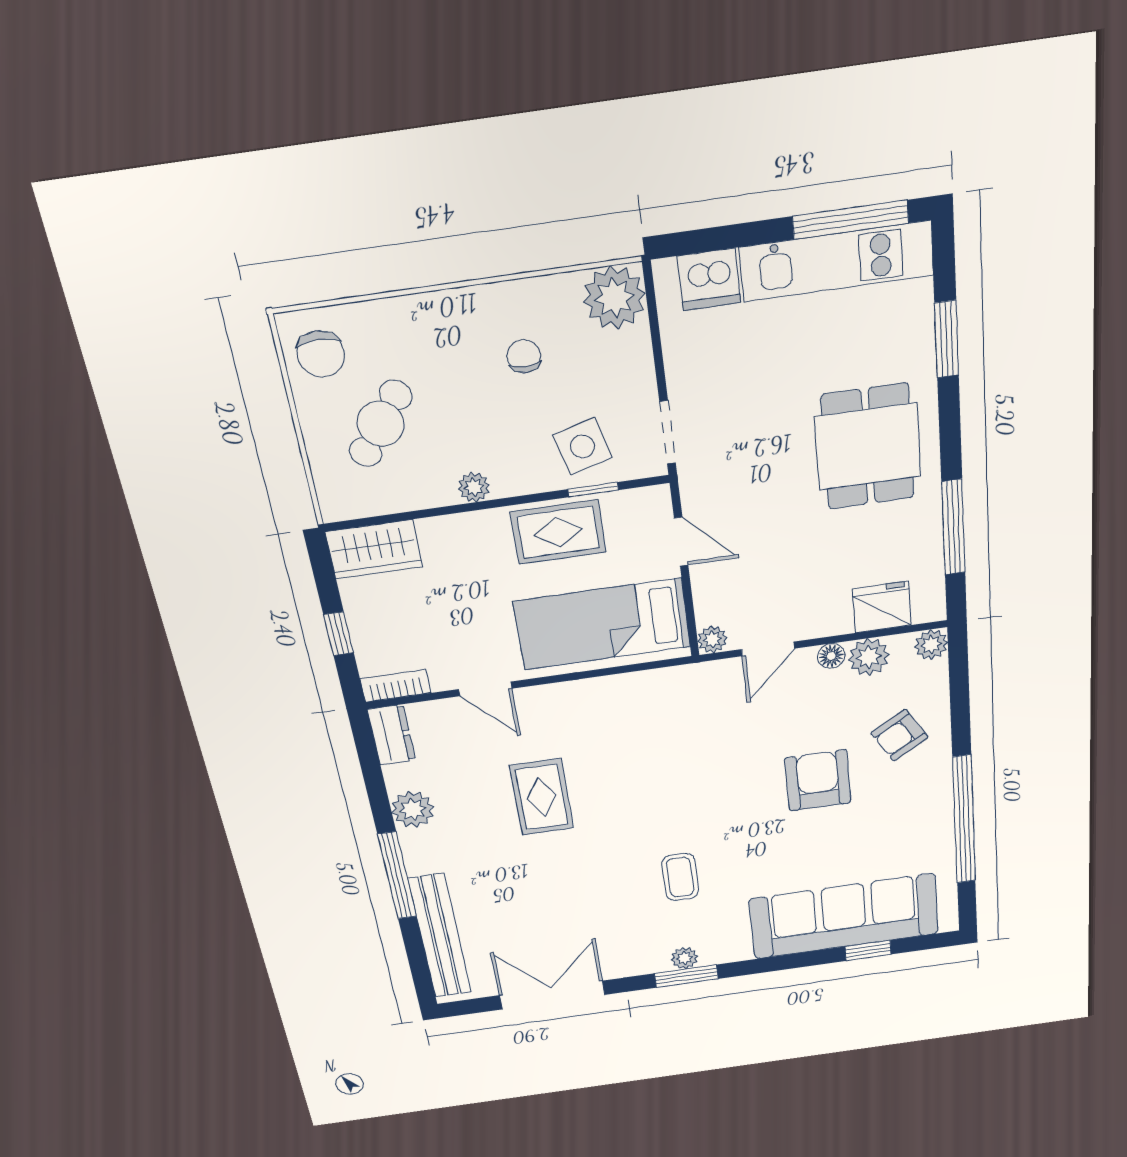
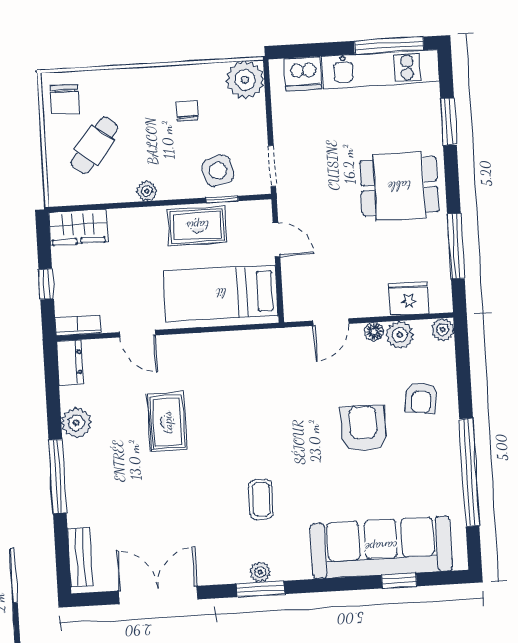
dining table: (868, 447) -> (399, 186), turned 90
plant: (712, 639) -> (293, 312), removed
armchair: (900, 735) -> (421, 398), turned -51
bench: (440, 936) -> (80, 557), width x0.54, depth x0.82

